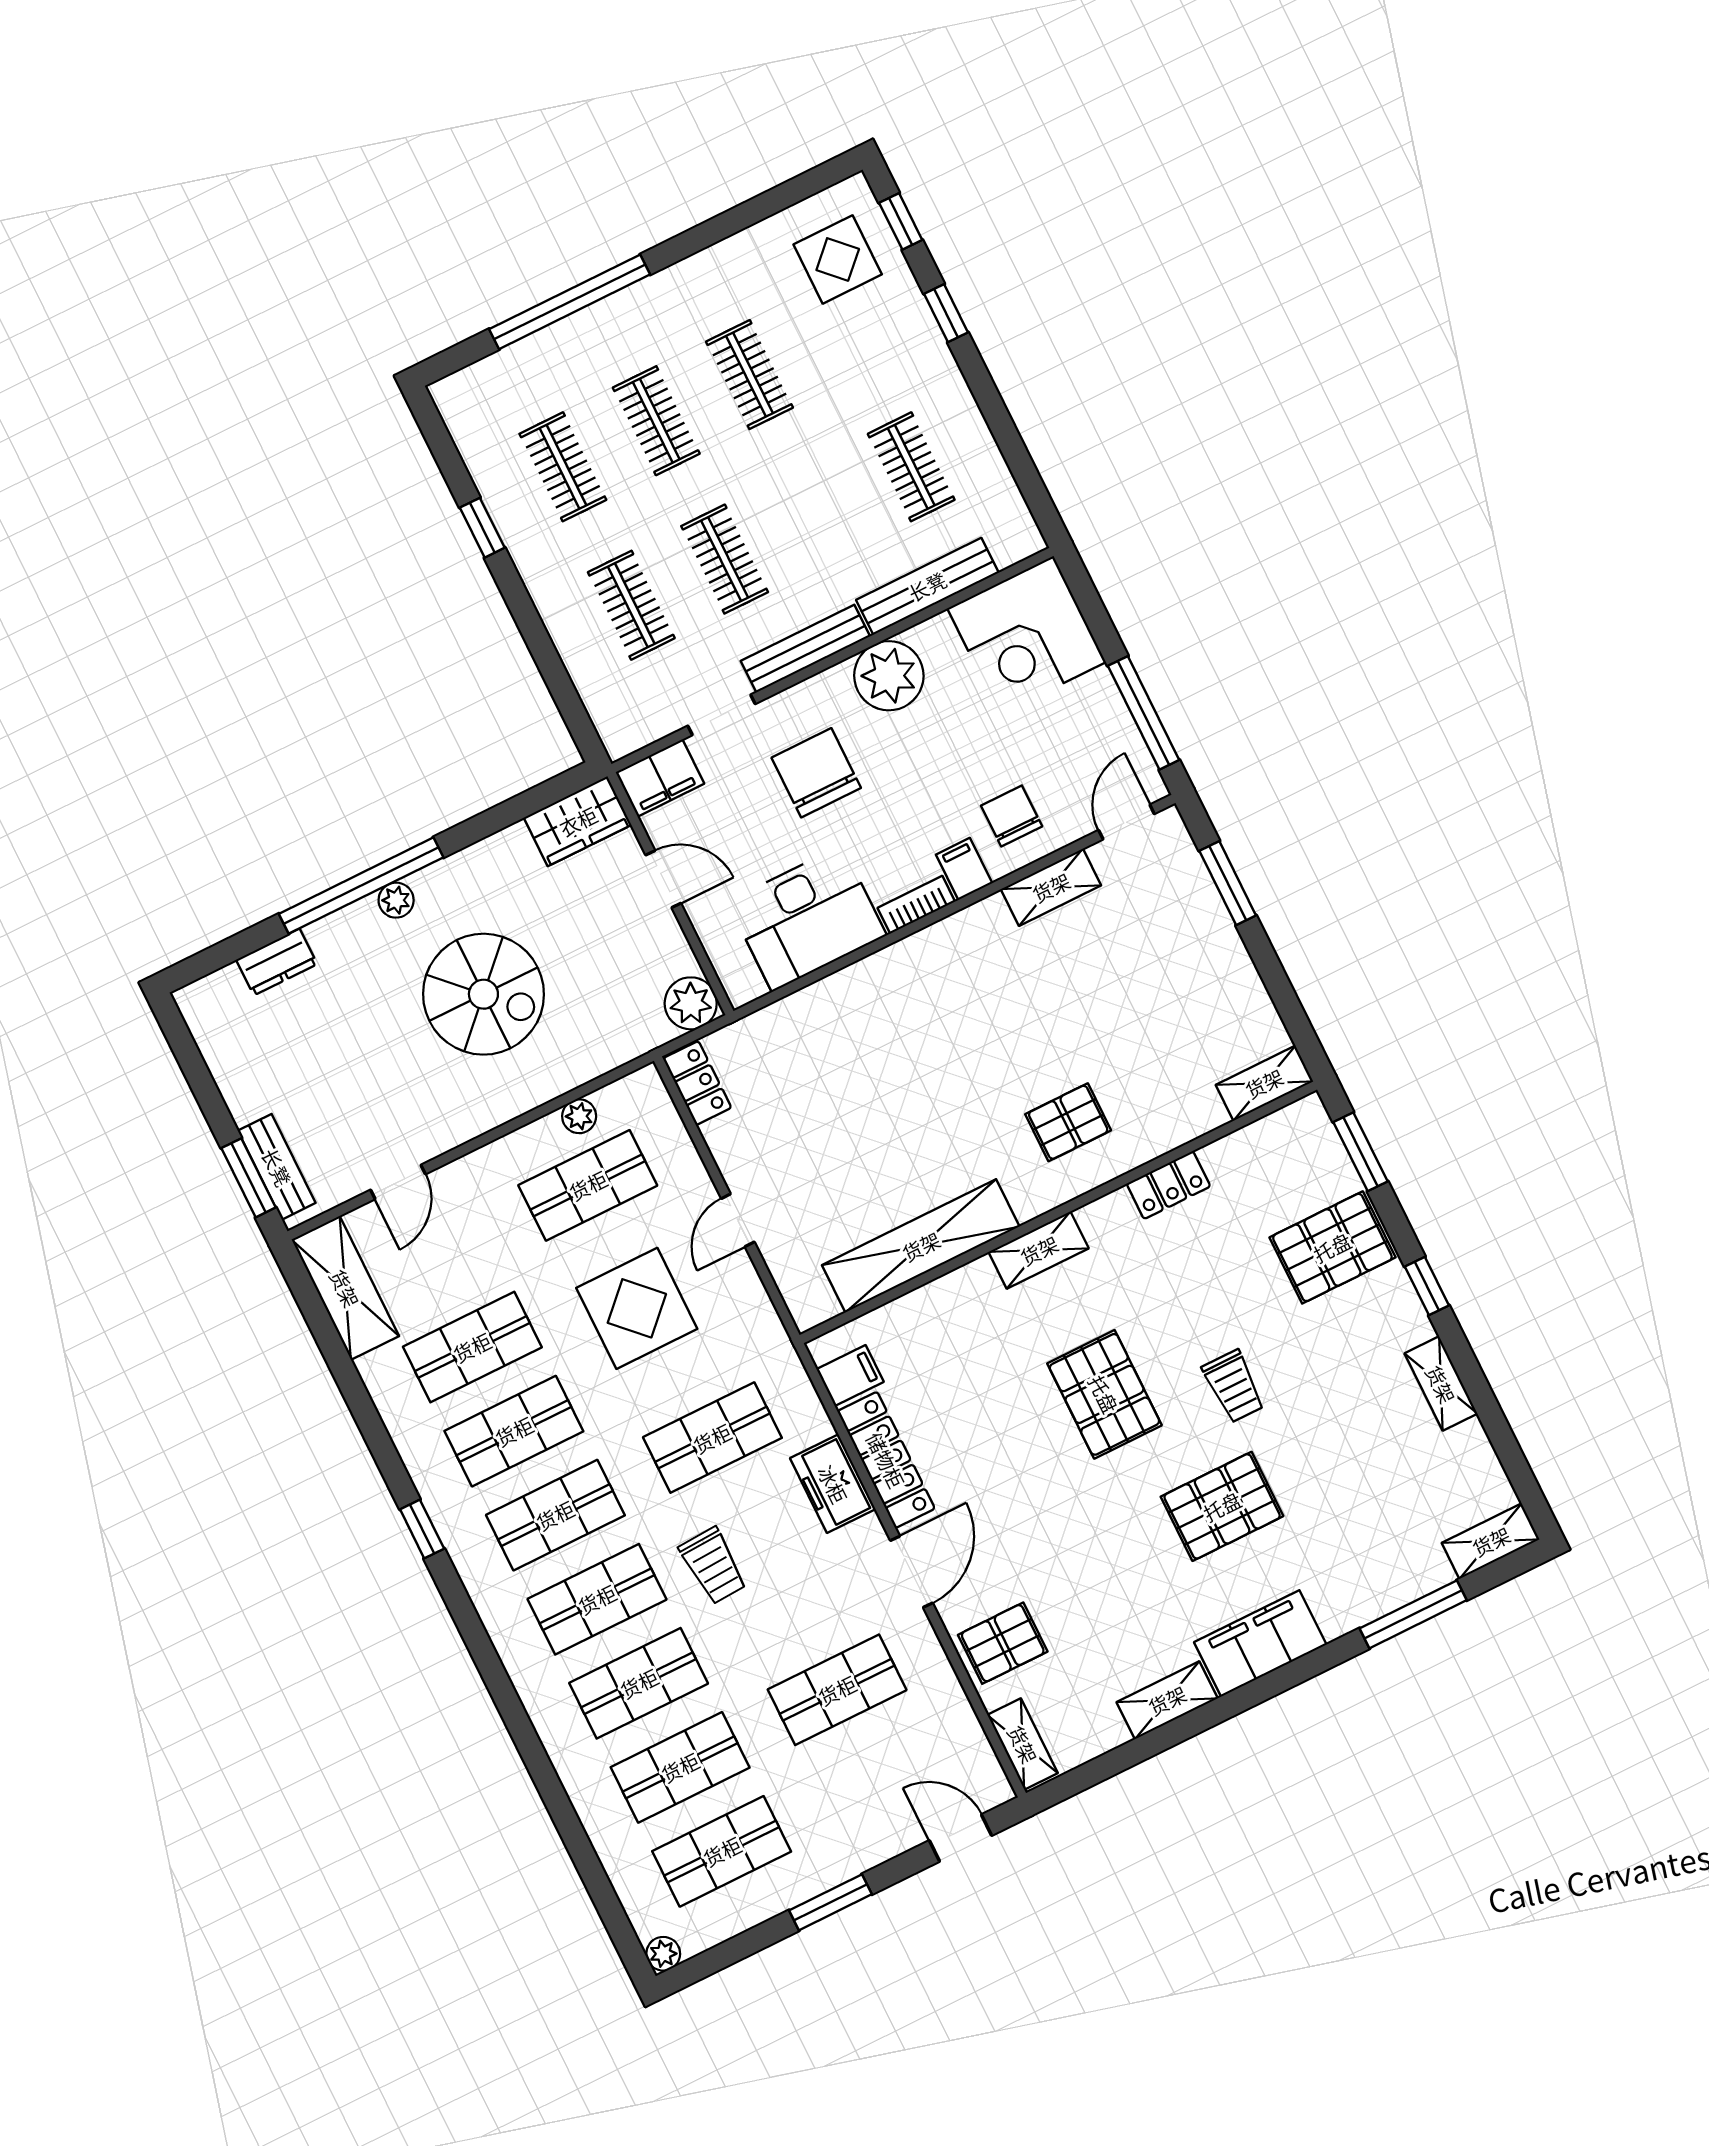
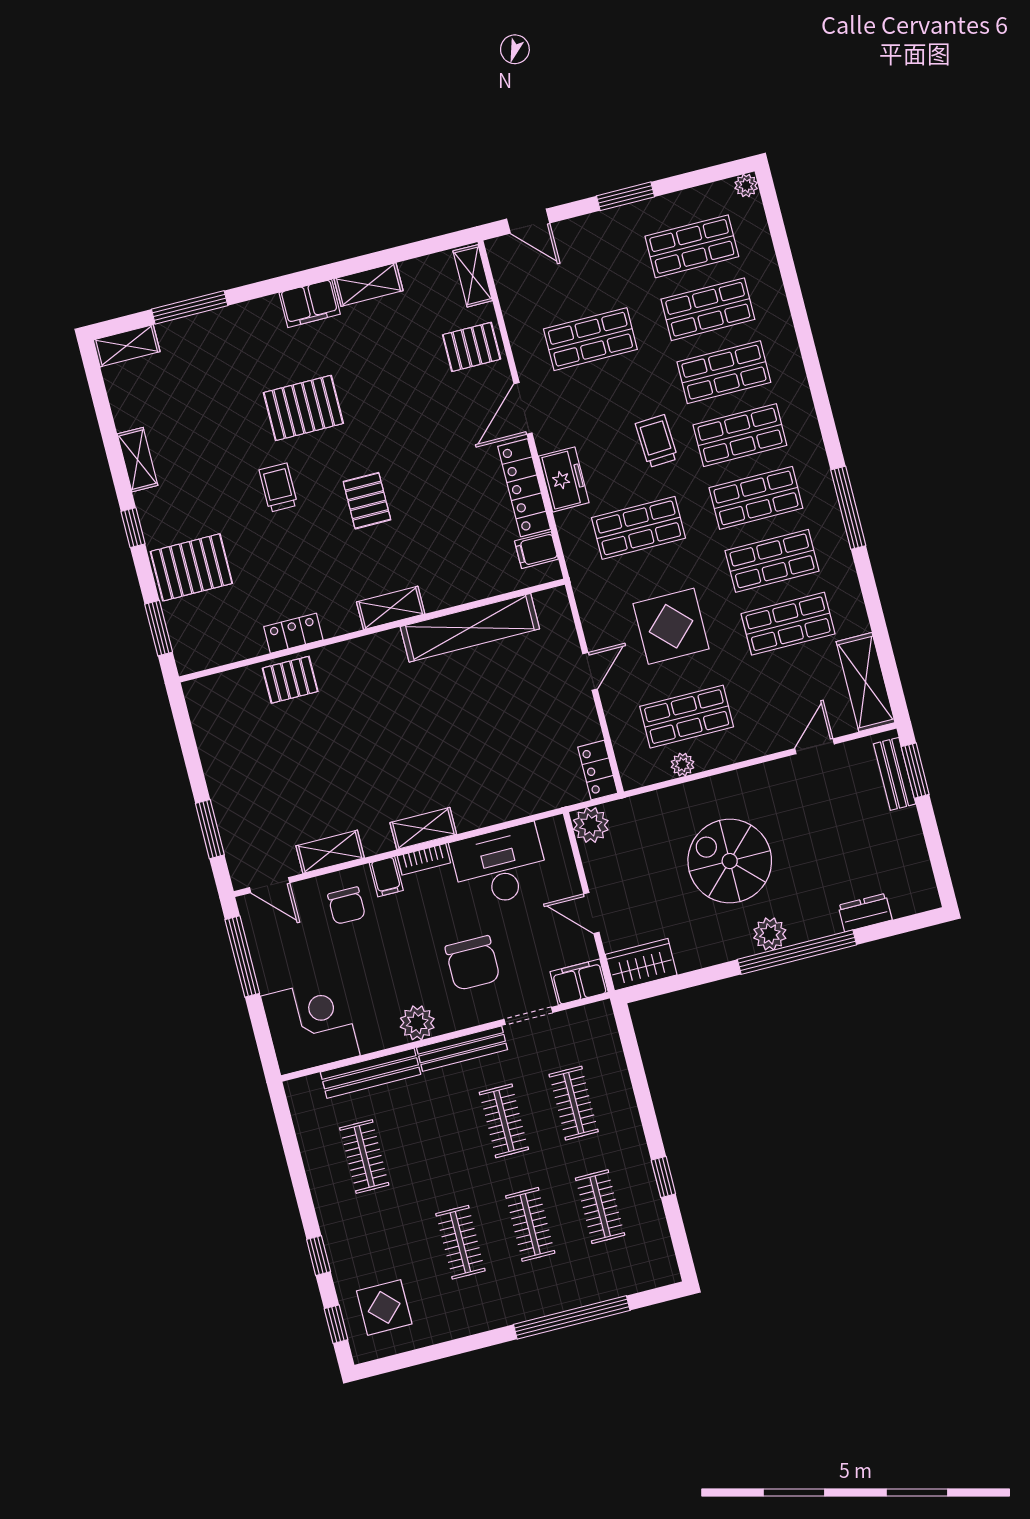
plant: (889, 676) -> (417, 1023), width x0.73, depth x0.73
door: (1126, 822) -> (270, 885), hinge flipped
plant: (396, 900) -> (770, 934), width x1.38, depth x1.38
shelving: (1264, 1083) -> (423, 828), moved
pallet: (1068, 1122) -> (290, 680), moved
pallet: (1104, 1394) -> (367, 501), width x0.67, depth x0.71
window: (422, 1529) -> (848, 508), width x2.17
filing cabinet: (1260, 1643) -> (310, 303), width x0.67, depth x0.86

